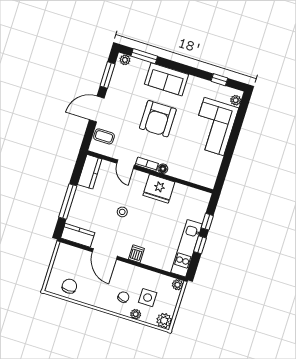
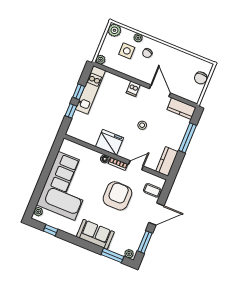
armchair: (158, 119) -> (117, 196), moved
corner sofa: (214, 126) -> (66, 186), width x1.36, depth x1.36
door: (126, 164) -> (136, 165), hinge flipped
chair: (69, 286) -> (201, 78), moved

